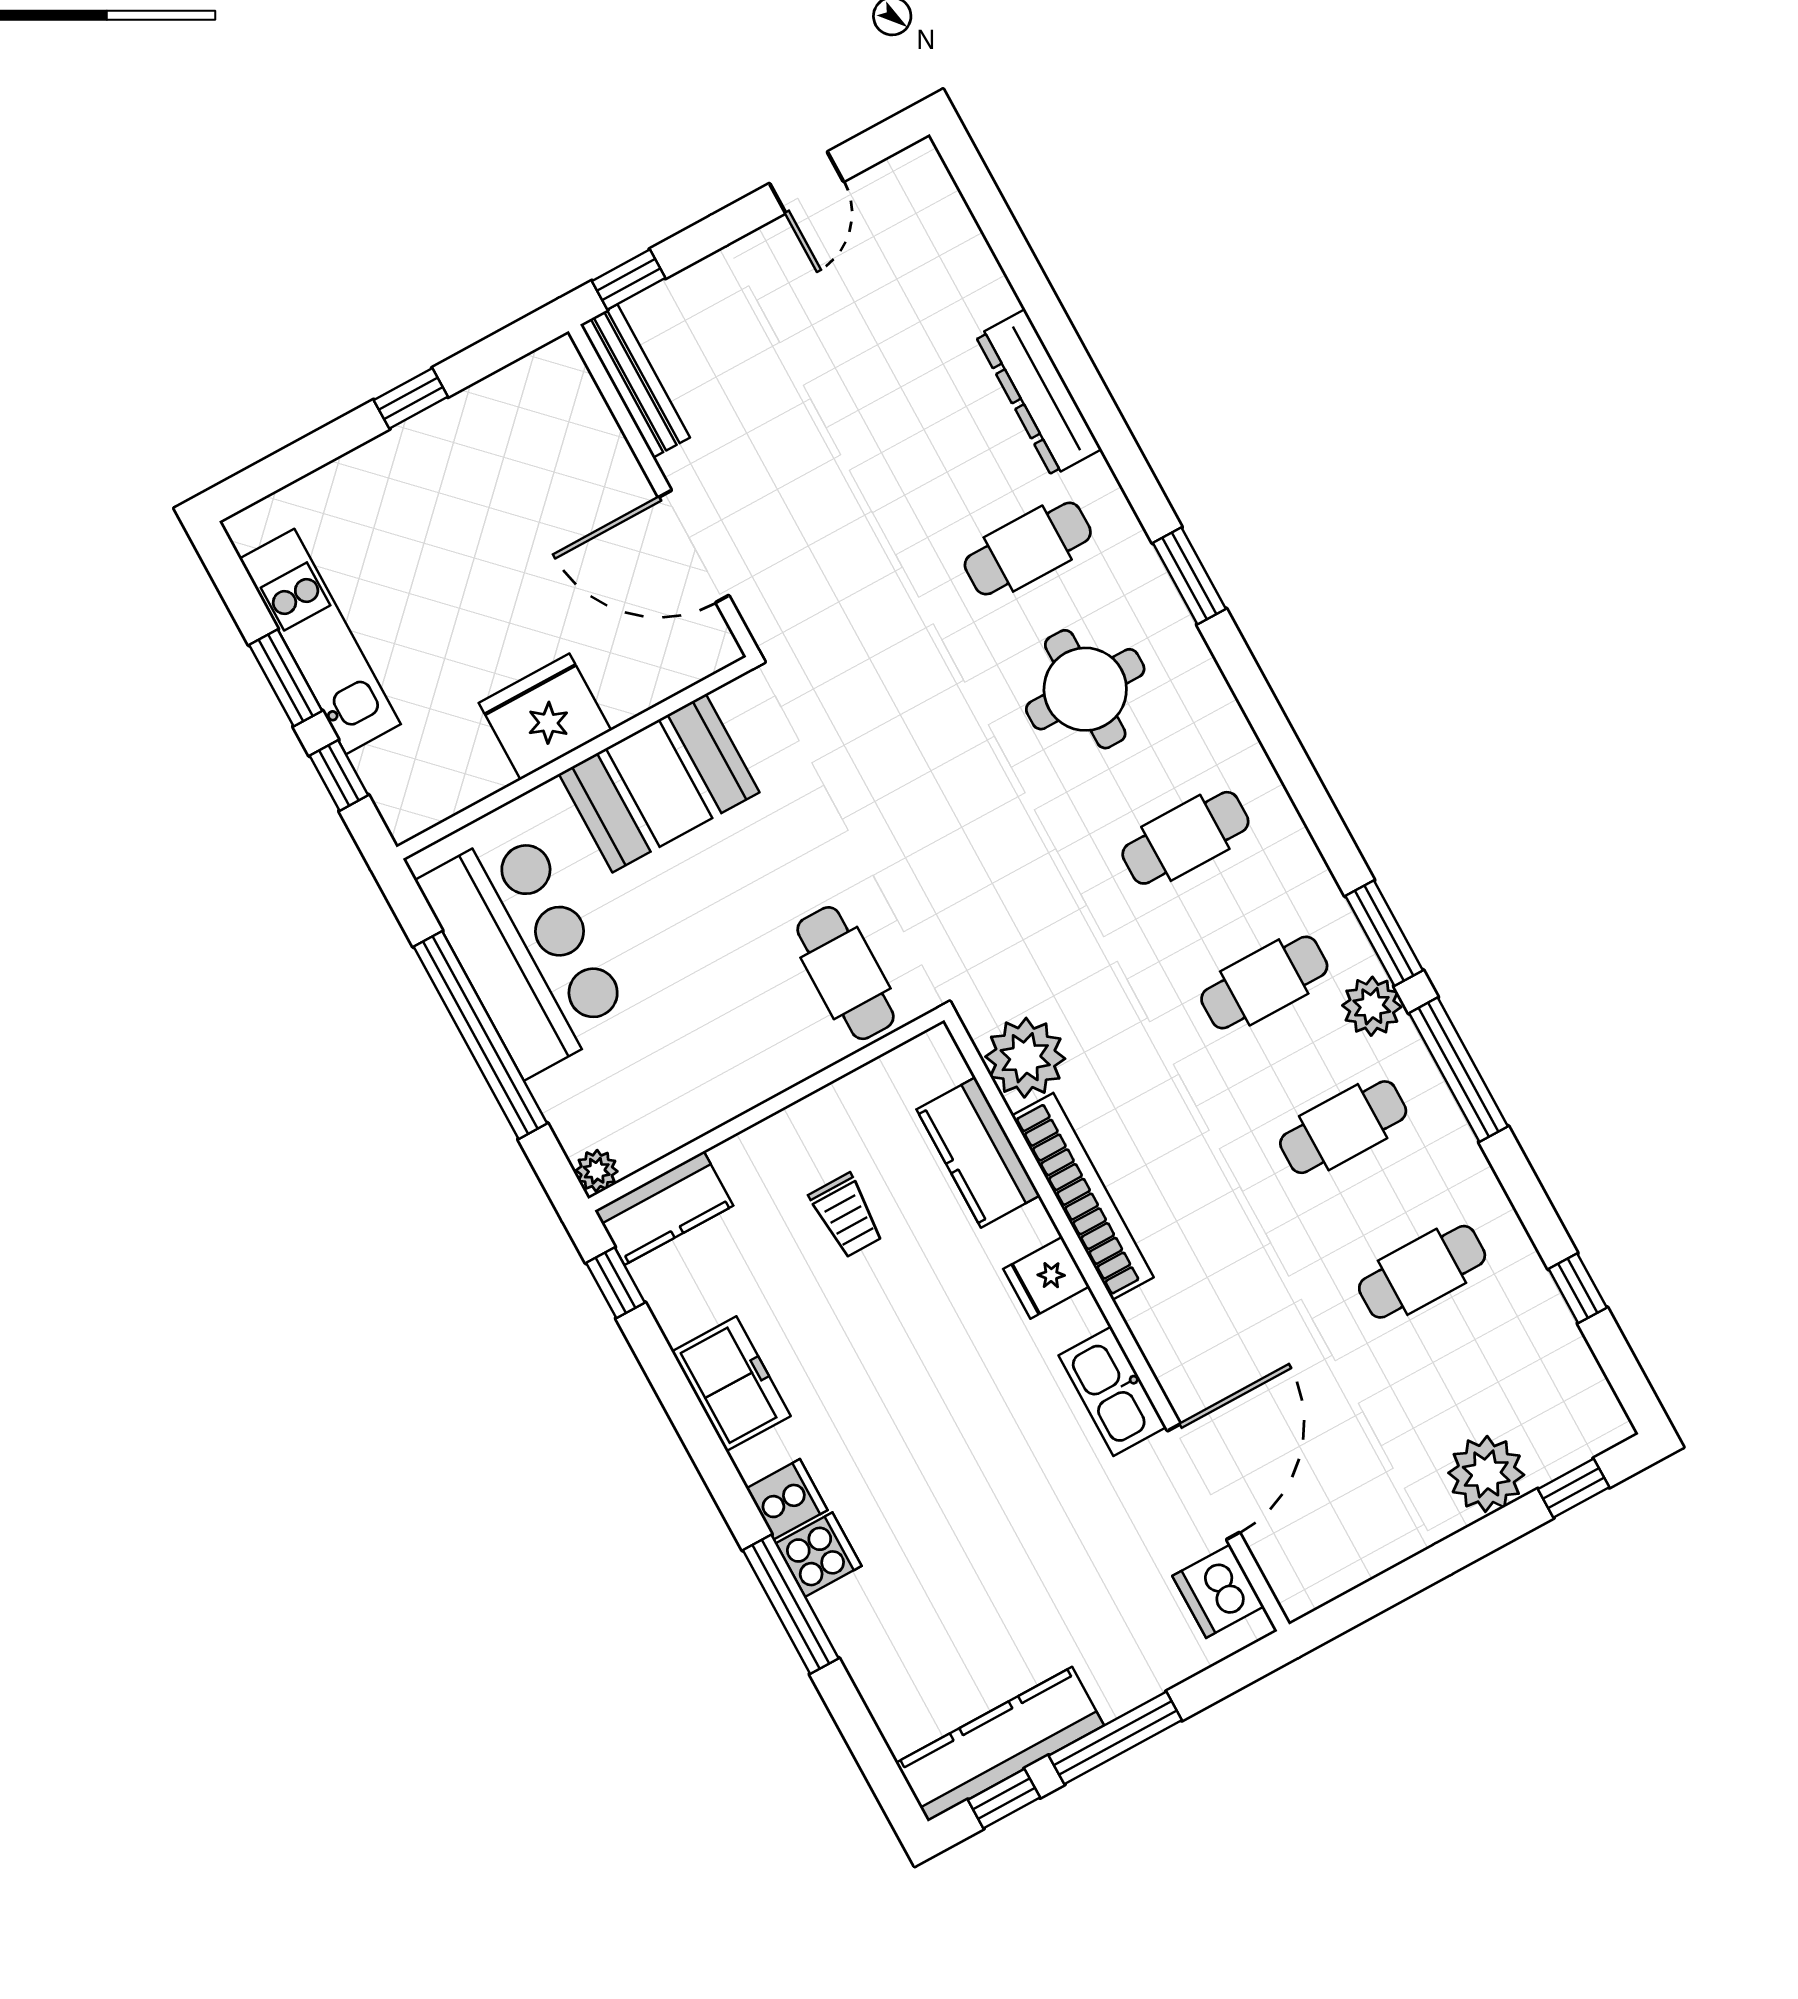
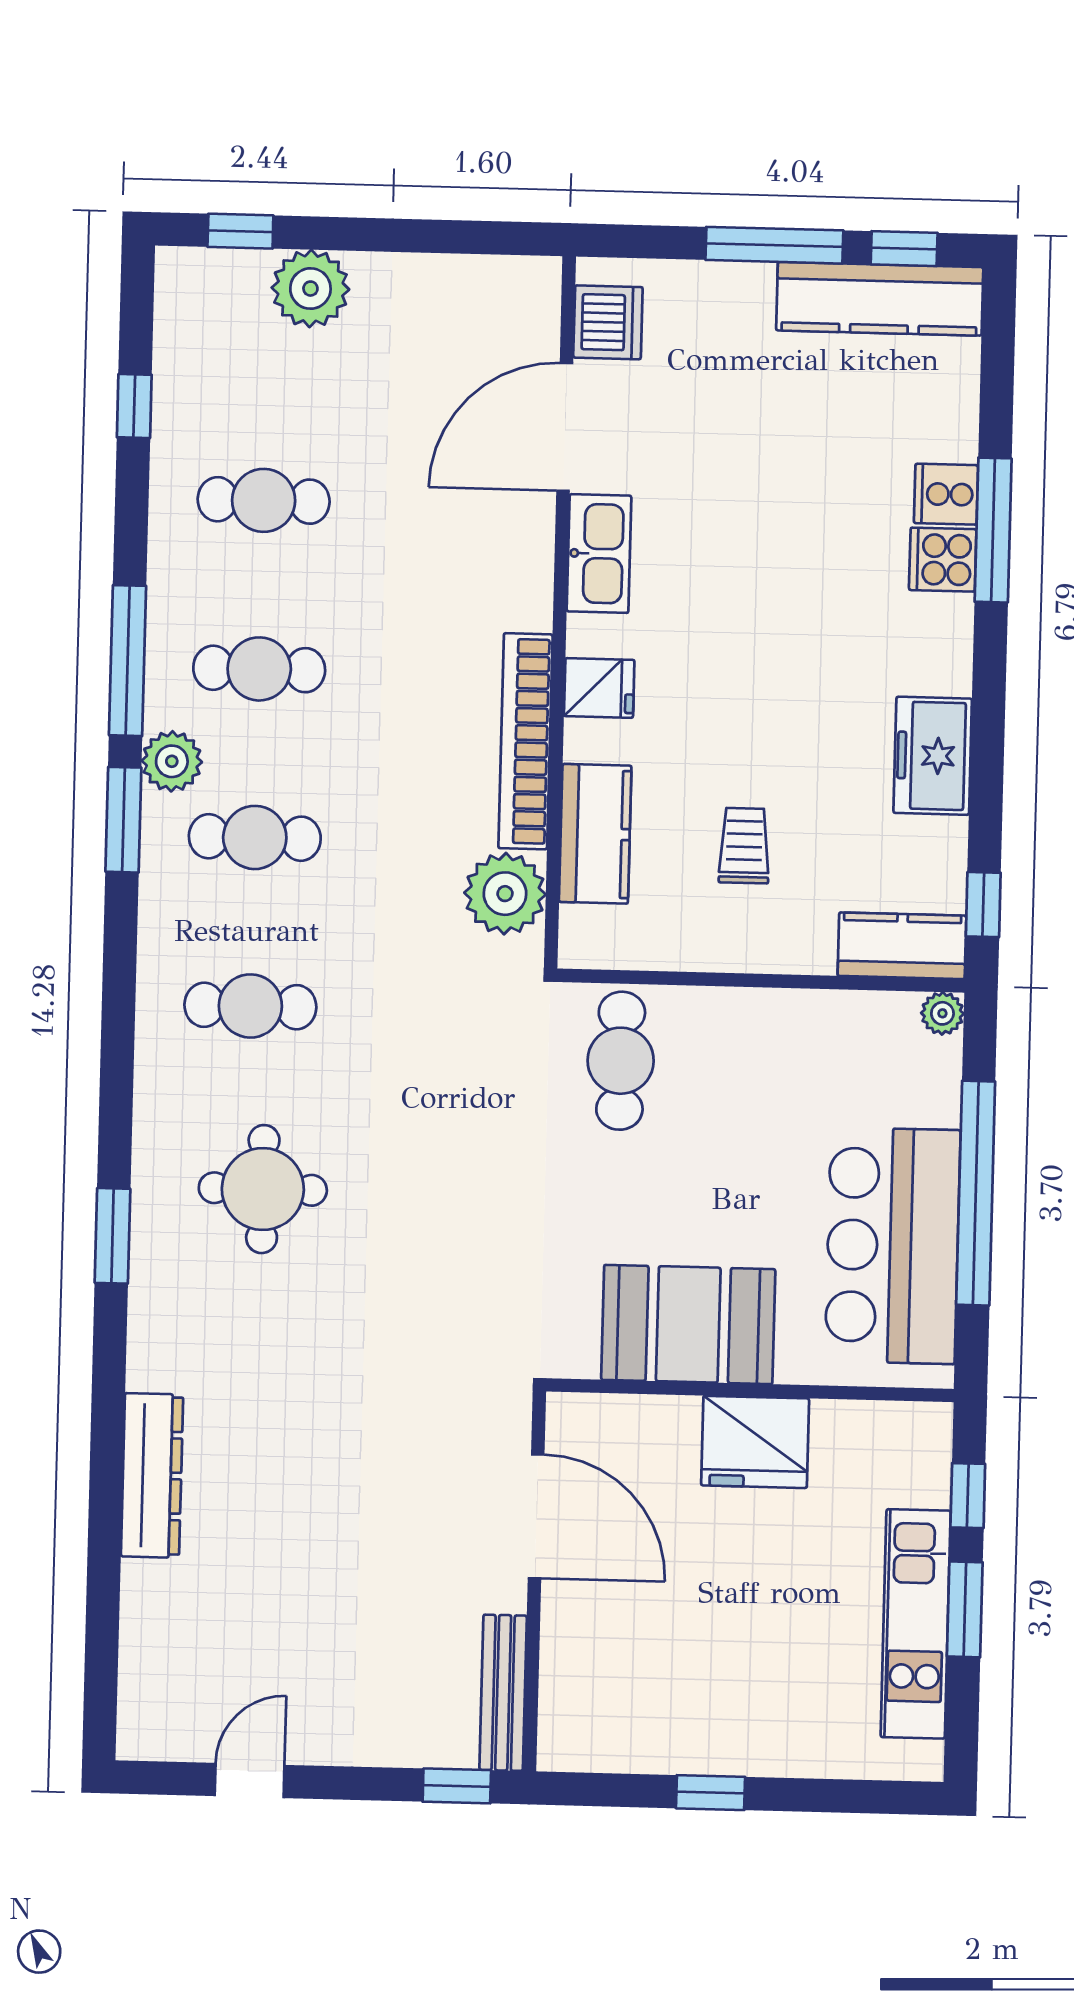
cafe table: (1028, 549) -> (242, 1343), removed
cooker: (787, 1499) -> (946, 494), moved

